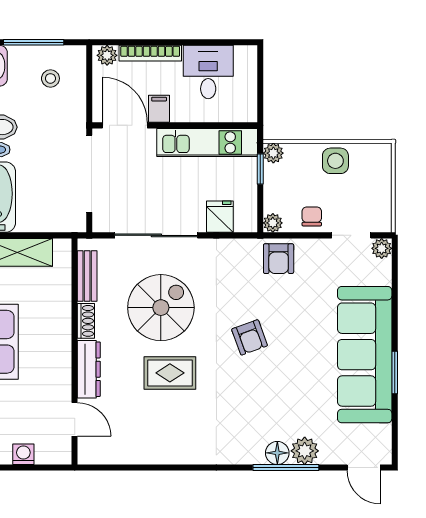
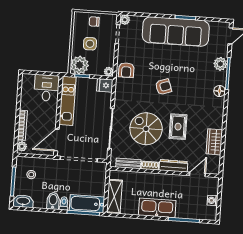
desk: (208, 72) -> (47, 88), moved, turned 90
filing cabinet: (159, 109) -> (50, 123), removed
plant: (273, 153) -> (80, 65), width x1.88, depth x1.88
side table: (335, 161) -> (90, 44), moved
chair: (312, 216) -> (94, 22), moved
fridge: (220, 217) -> (105, 85), moved
armchair: (279, 259) -> (126, 70), turned 90
wardrobe: (144, 450) -> (214, 142), added
floor lamp: (277, 453) -> (220, 91), moved

